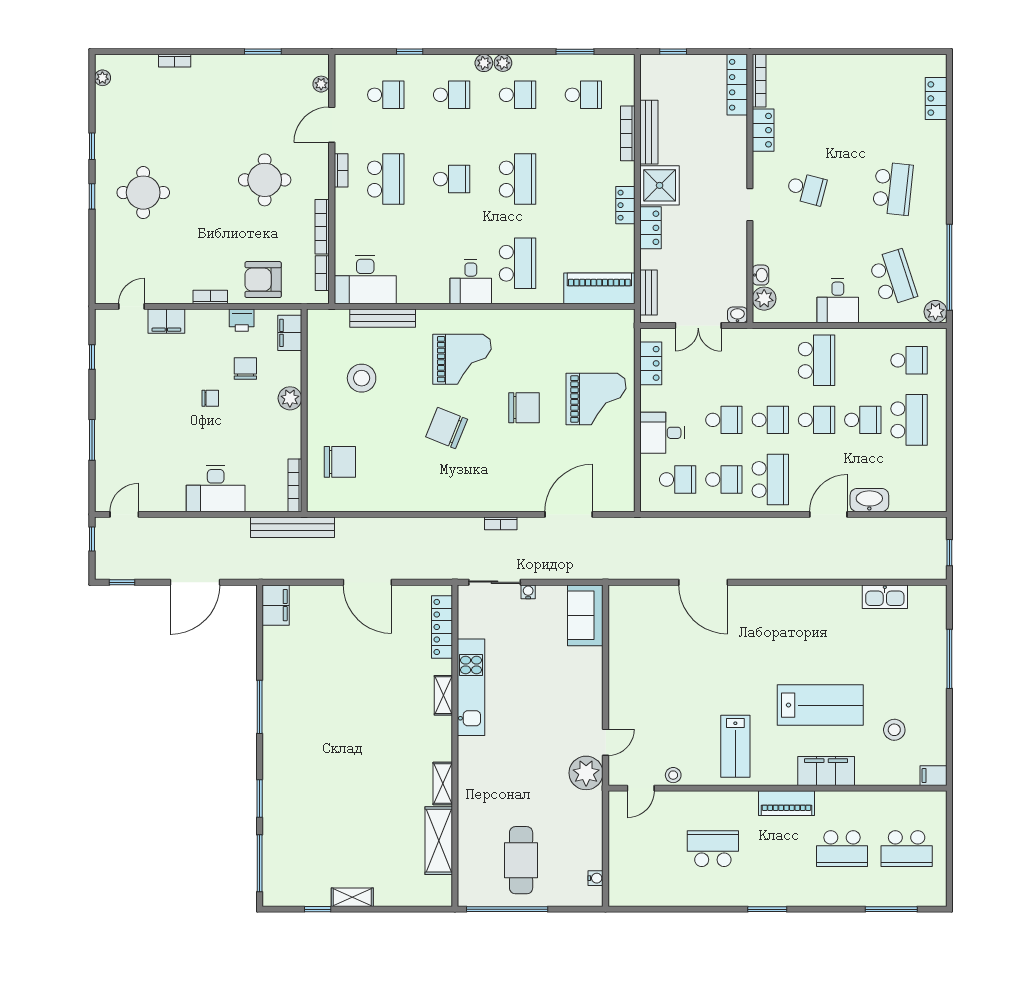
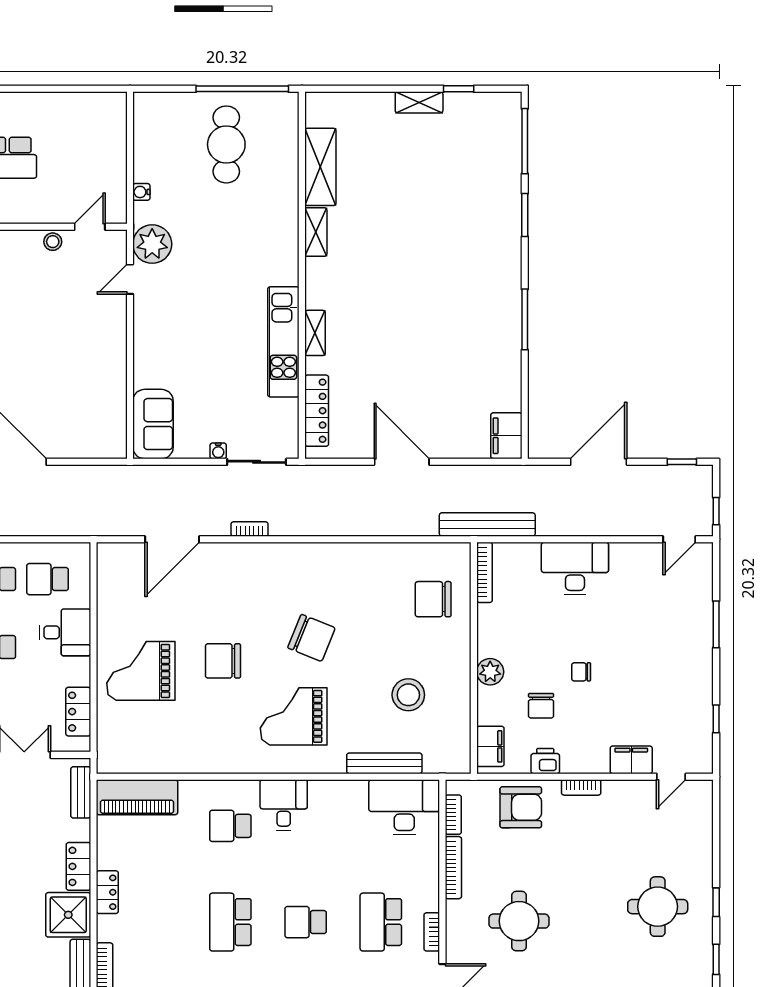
school desk: (518, 263) -> (230, 826), width x0.54
water cooler: (596, 878) -> (141, 192), moved

